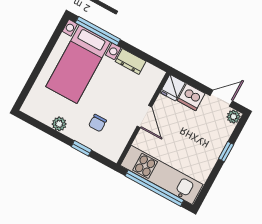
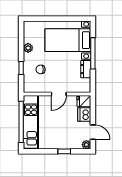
window: (98, 31) -> (93, 53), moved

